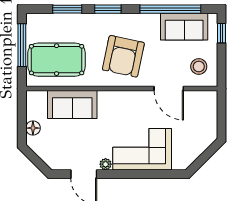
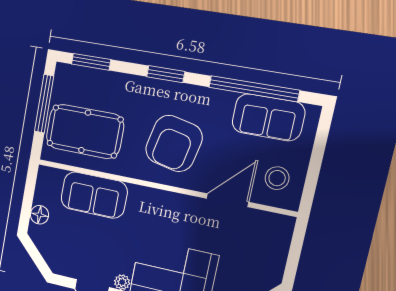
window: (67, 9) -> (91, 62), moved
window: (221, 33) -> (322, 137), removed
door: (169, 88) -> (227, 200), swing flipped

